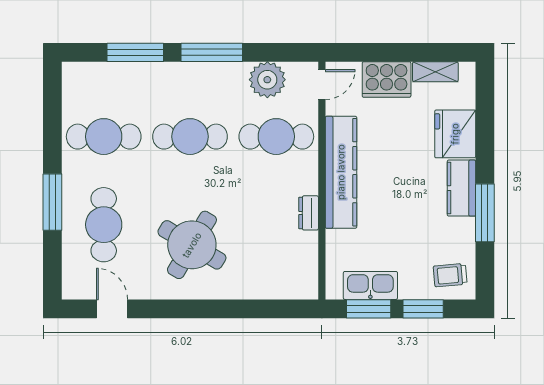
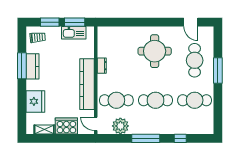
window: (135, 52) -> (180, 138), width x0.46
door: (322, 85) -> (96, 124), hinge flipped
kitchen counter: (461, 188) -> (32, 66), moved
round table: (192, 245) -> (155, 51), turned -31

